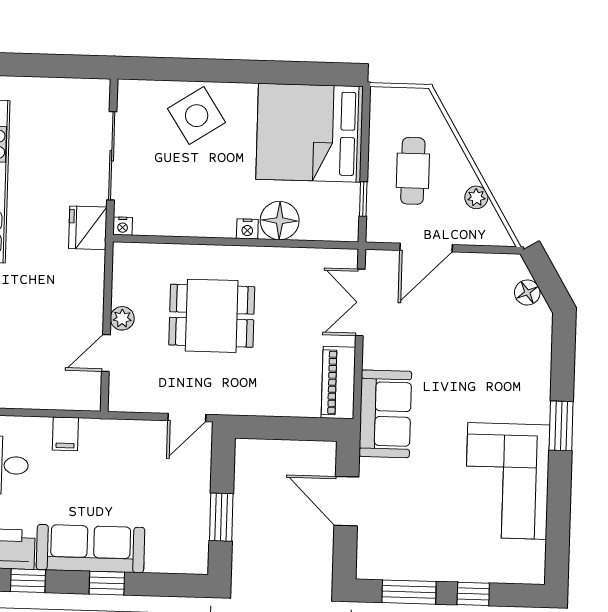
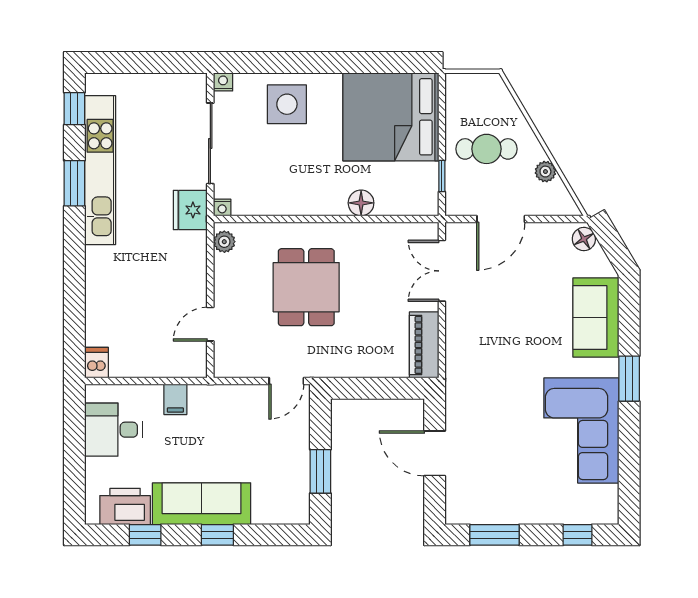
side table: (197, 116) -> (287, 104), turned 33
cafe table: (413, 171) -> (486, 149), turned 90
floor lamp: (280, 221) -> (361, 203), width x0.73, depth x0.73
nightstand: (247, 229) -> (223, 82), moved, turned 180
floor lamp: (527, 292) -> (584, 239), moved
dining table: (212, 316) -> (306, 287), turned 90
plant: (122, 318) -> (224, 242), moved
sofa: (385, 414) -> (596, 317), moved, turned 180
window: (473, 594) -> (577, 535), moved

